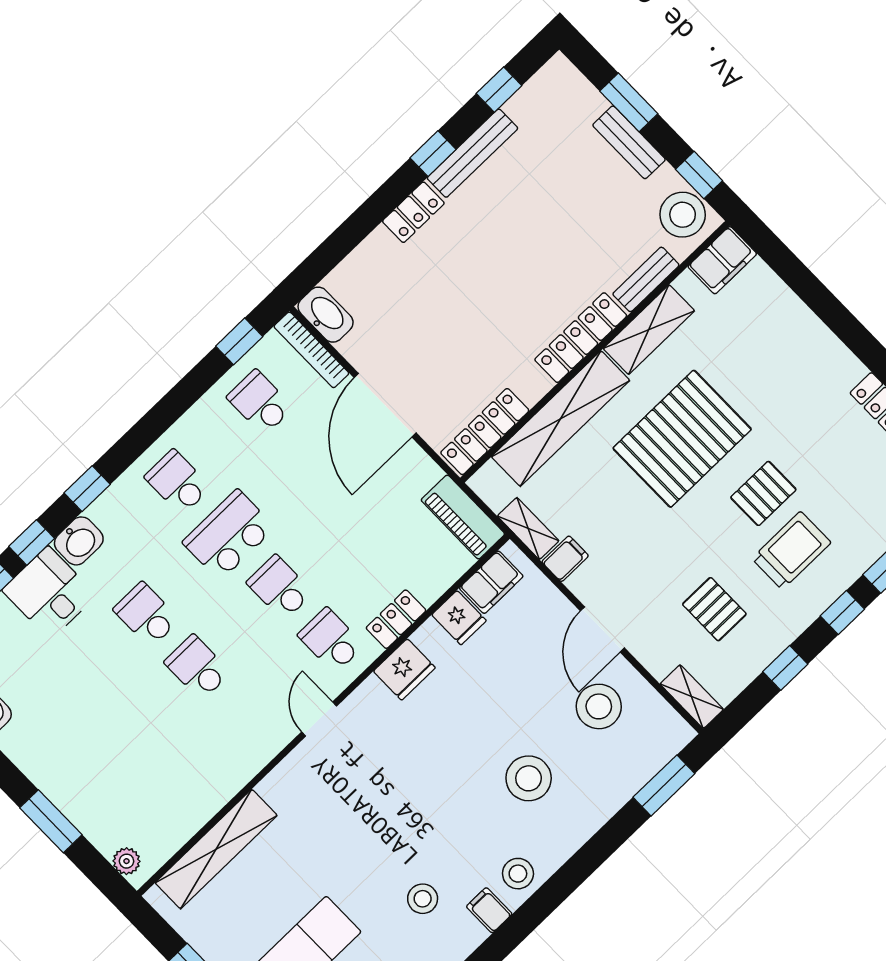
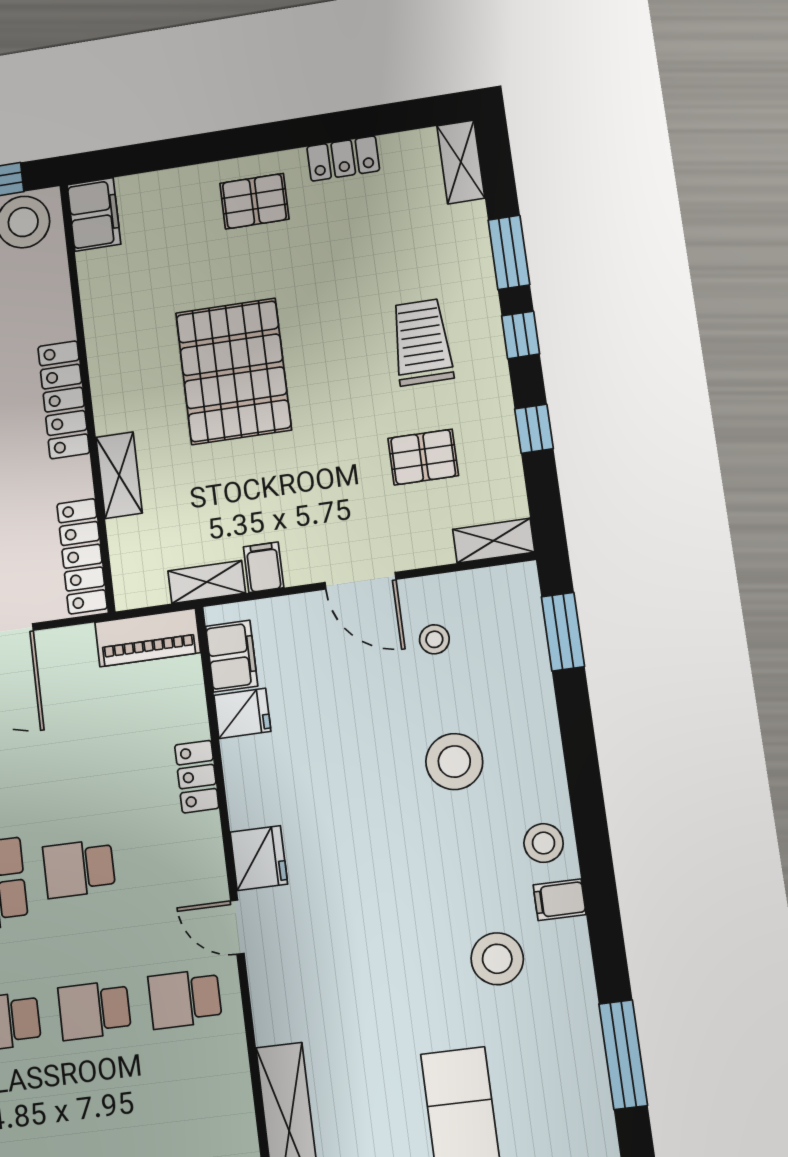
bench: (646, 279) -> (57, 299), removed
shelving: (649, 330) -> (106, 330), removed
shelving: (561, 419) -> (119, 475), width x0.45, depth x0.75
pallet: (763, 493) -> (254, 201), moved, turned 90
school desk: (331, 640) -> (185, 999), moved
fridge: (404, 669) -> (259, 858), moved
stool: (599, 706) -> (434, 639), width x0.53, depth x0.53
stool: (423, 899) -> (497, 959), width x1.38, depth x1.38

